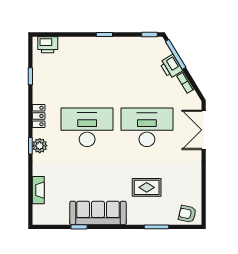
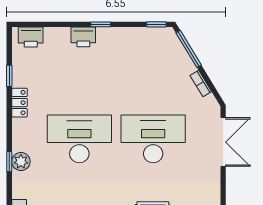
printer: (171, 66) -> (83, 37), moved, turned -59
locker: (39, 116) -> (19, 103), moved
double door: (204, 130) -> (223, 142), swing flipped

